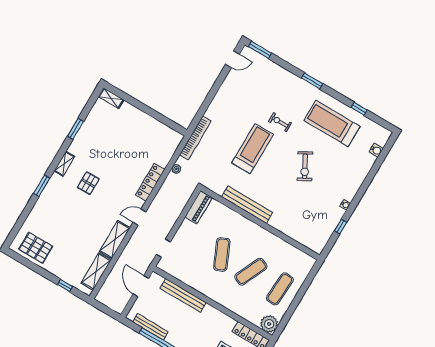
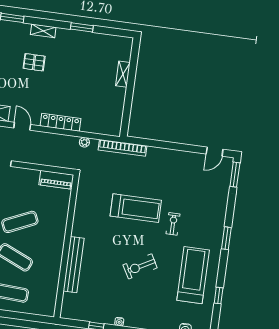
door: (233, 59) -> (215, 152), hinge flipped
shelving: (111, 98) -> (123, 74), moved
bench: (247, 205) -> (74, 265), moved

